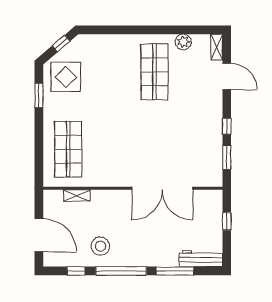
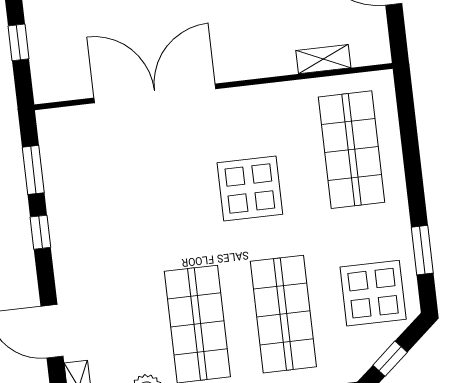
shop shelf: (111, 72) -> (283, 314), added
display table: (121, 136) -> (250, 189), added

